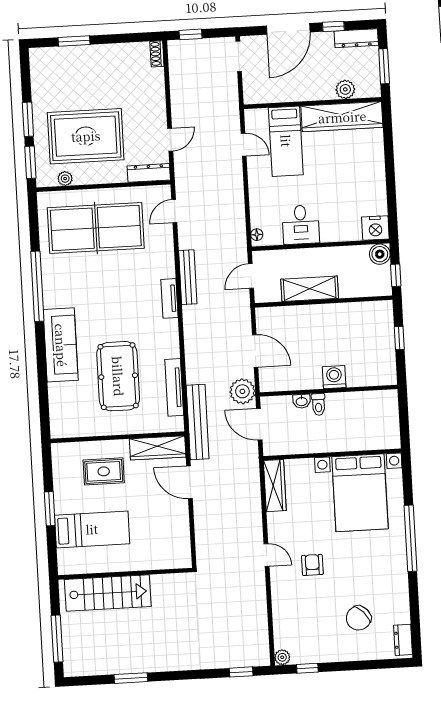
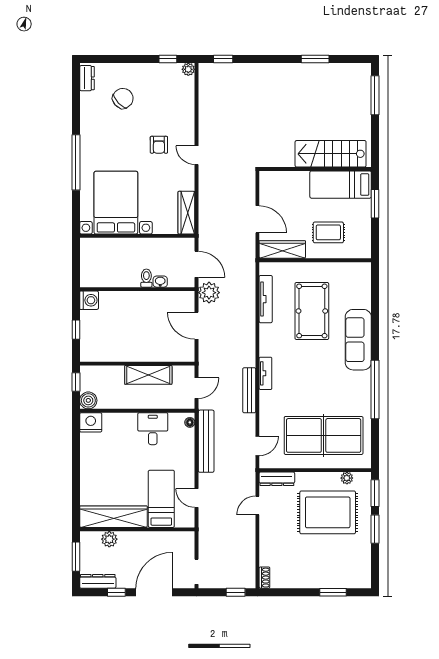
washing machine: (334, 377) -> (89, 300), moved, turned -90
bench: (198, 422) -> (206, 441), moved
wall: (125, 574) -> (315, 169), moved
stairs: (108, 593) -> (331, 154), moved

